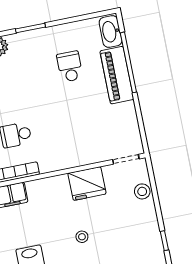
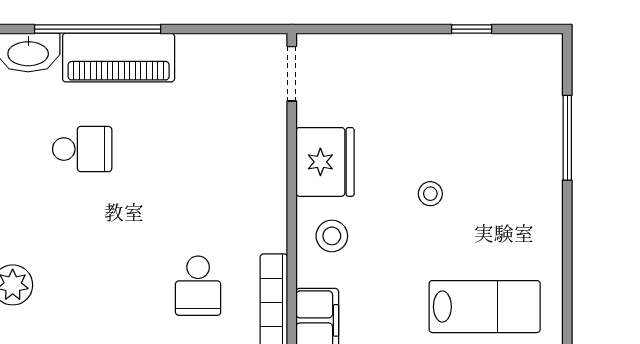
school desk: (70, 67) -> (82, 149), turned 180
stool: (142, 191) -> (332, 236), moved

